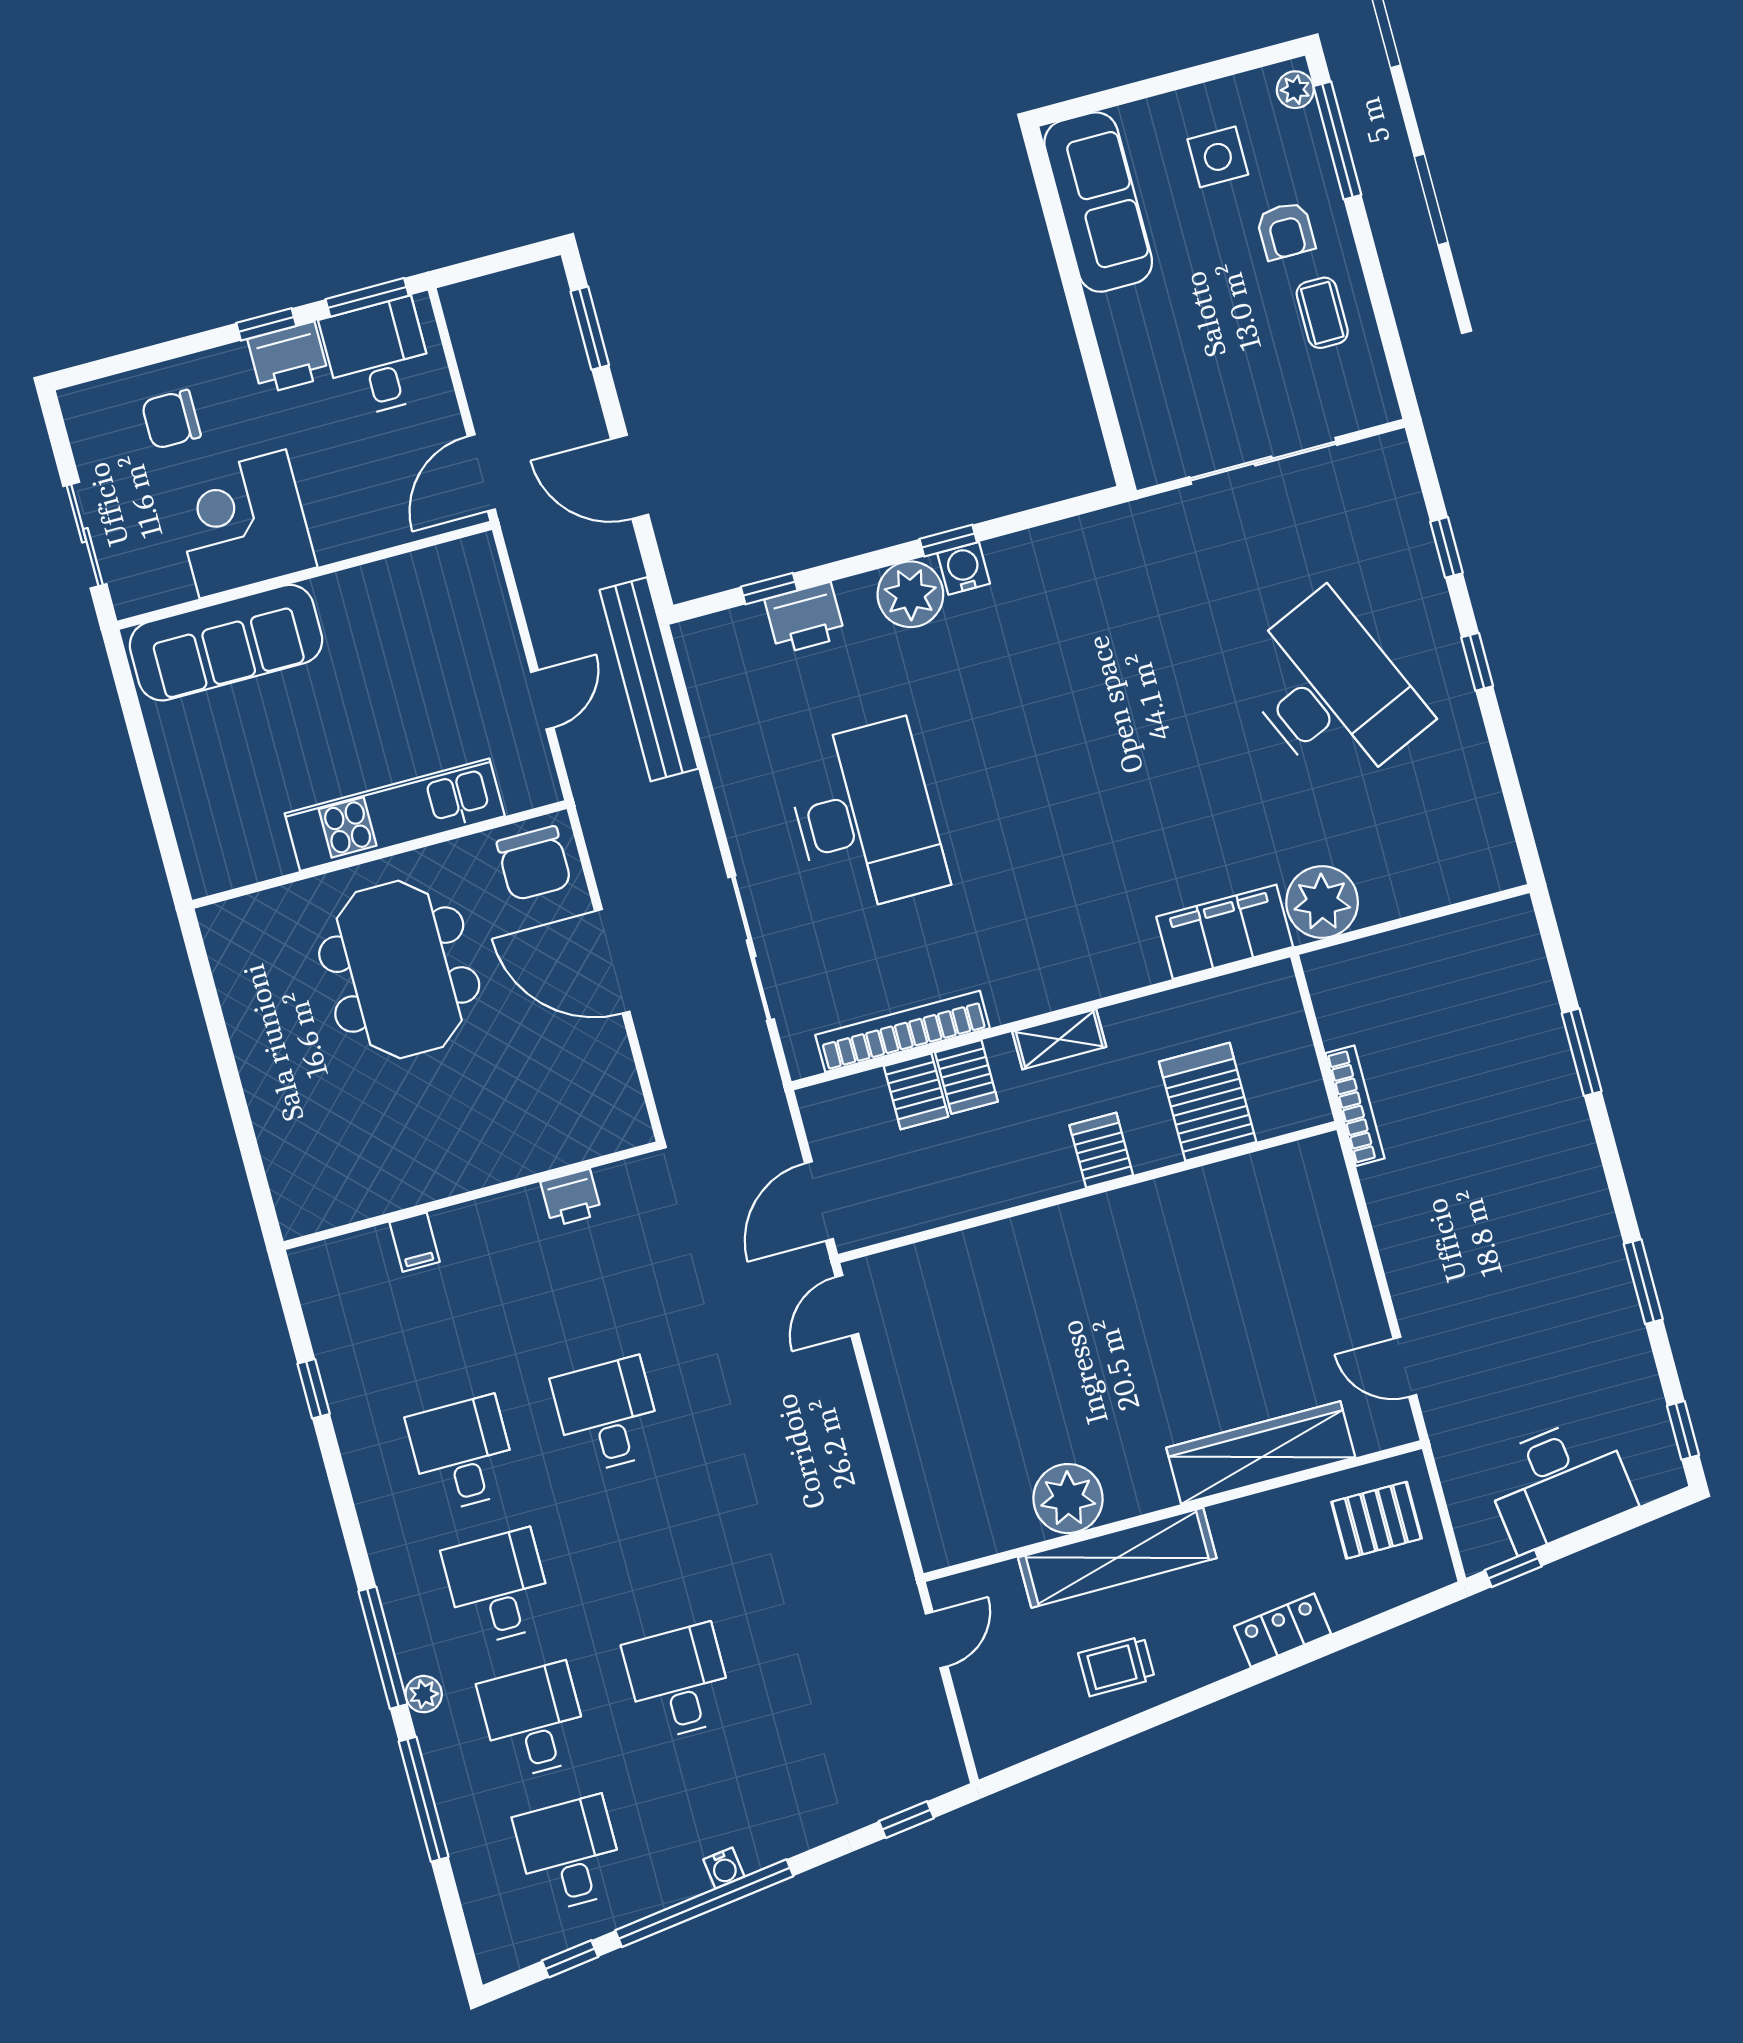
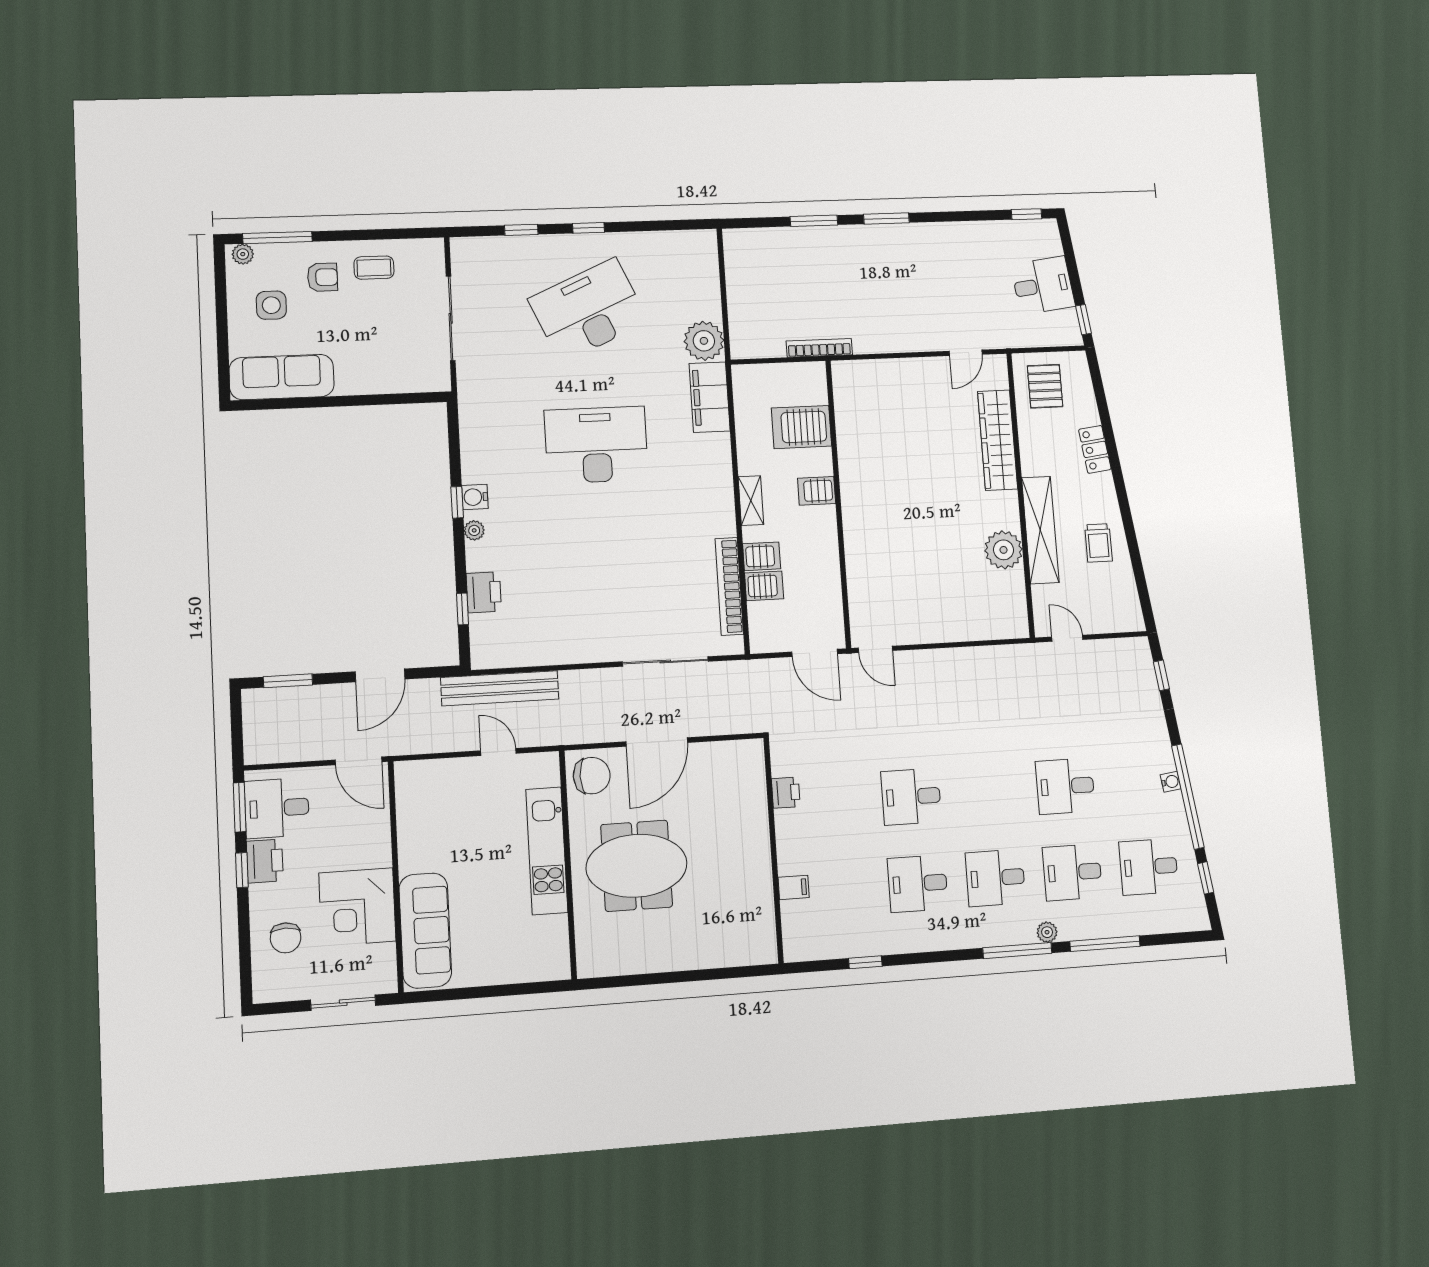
plant: (910, 594) -> (474, 530), width x0.53, depth x0.53
desk: (865, 817) -> (596, 445), moved
window: (1643, 1282) -> (886, 219), moved
desk: (1559, 1483) -> (1043, 285), width x0.73

